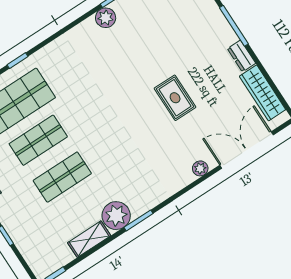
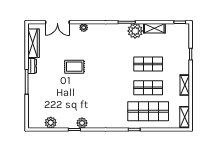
rug: (175, 98) -> (74, 67), turned 90
double door: (247, 150) -> (57, 22), width x0.73

